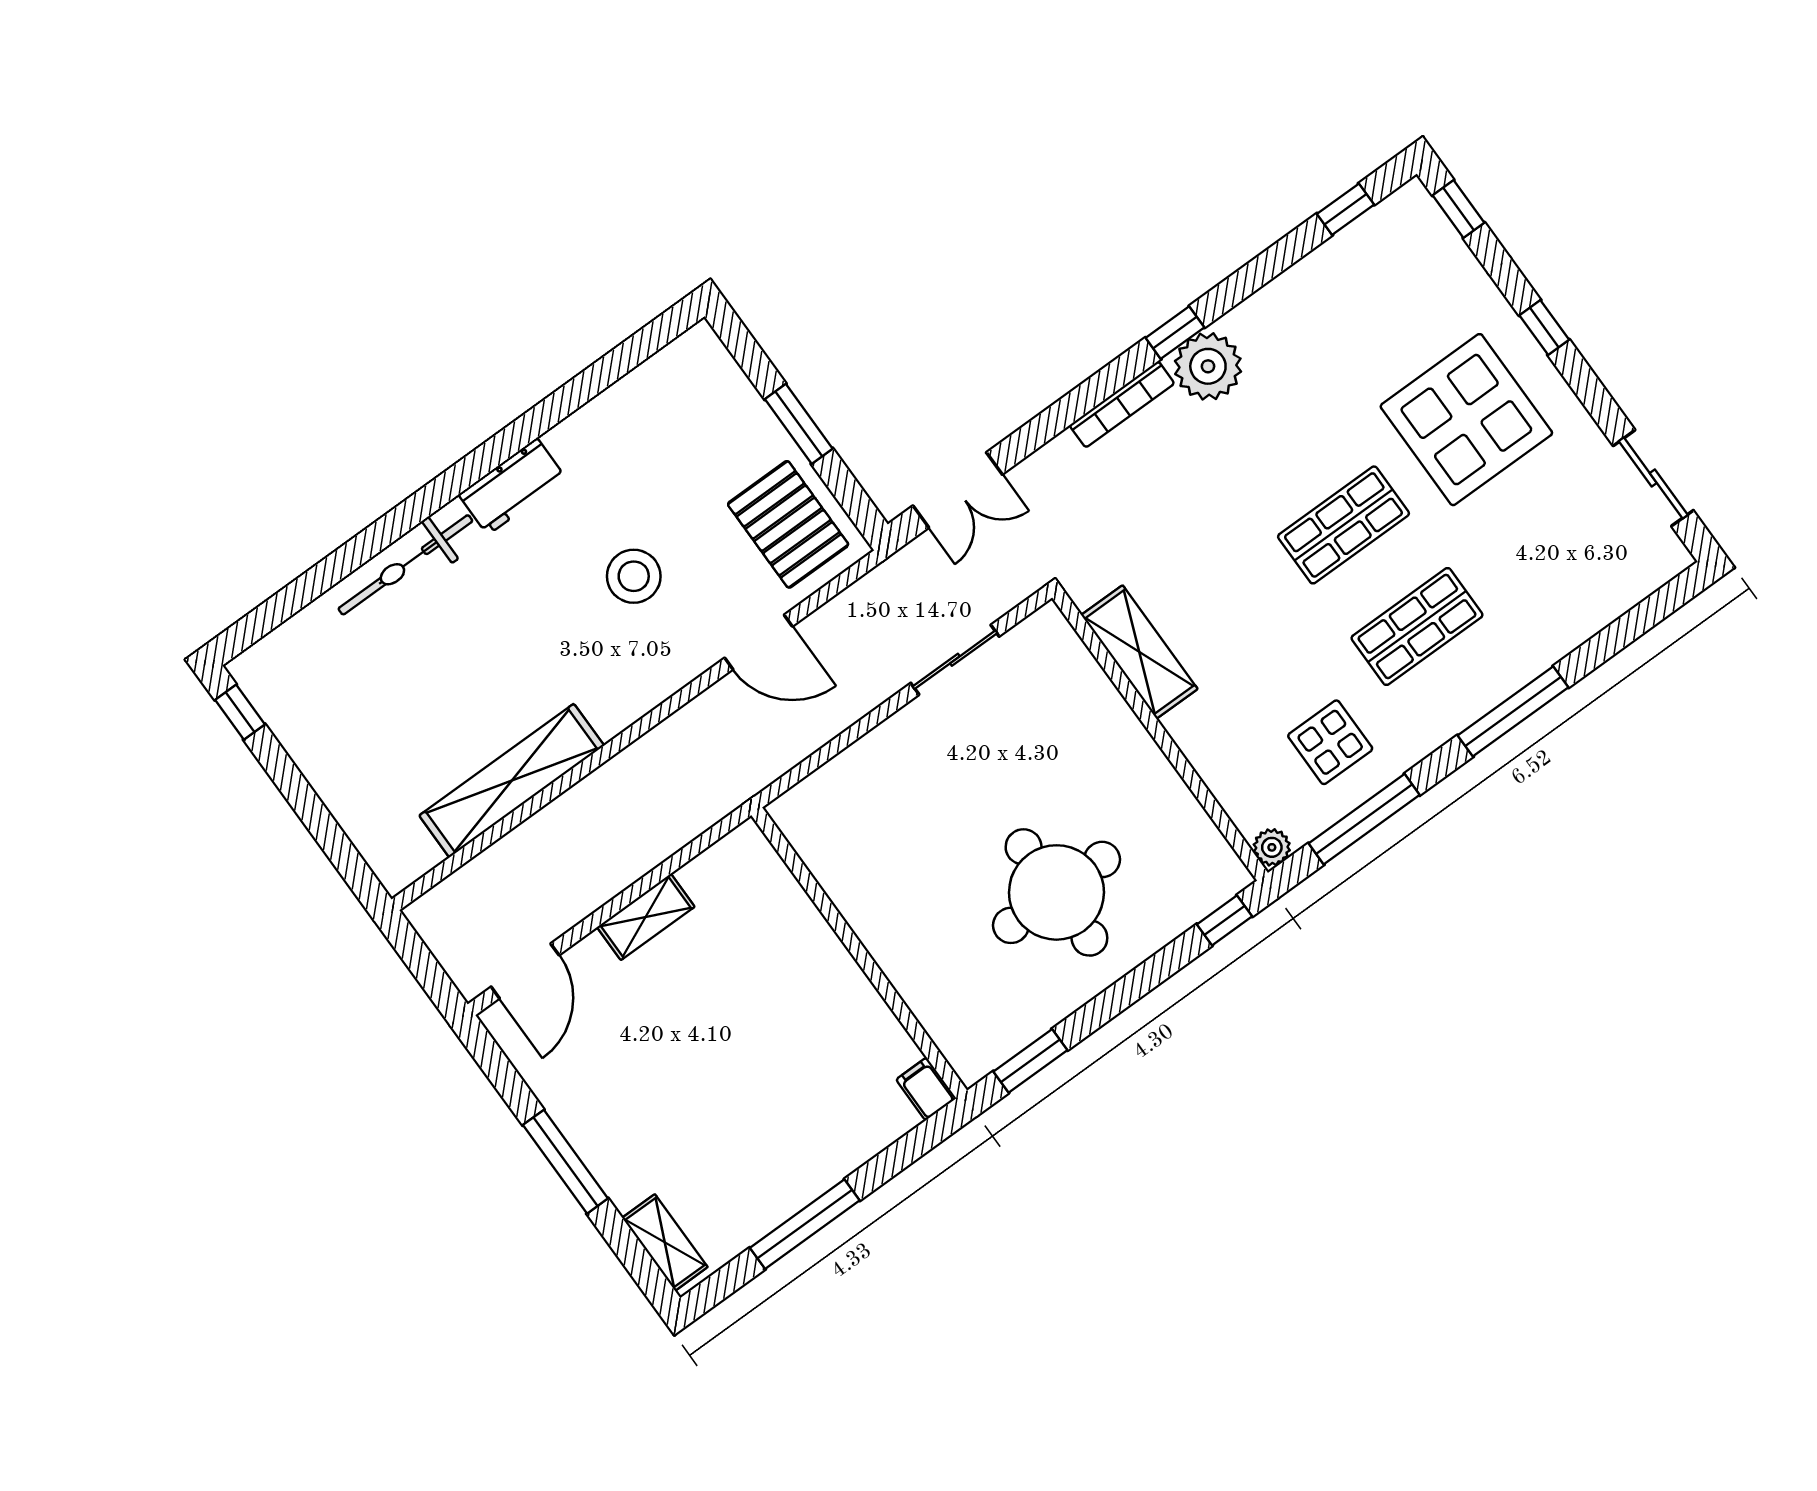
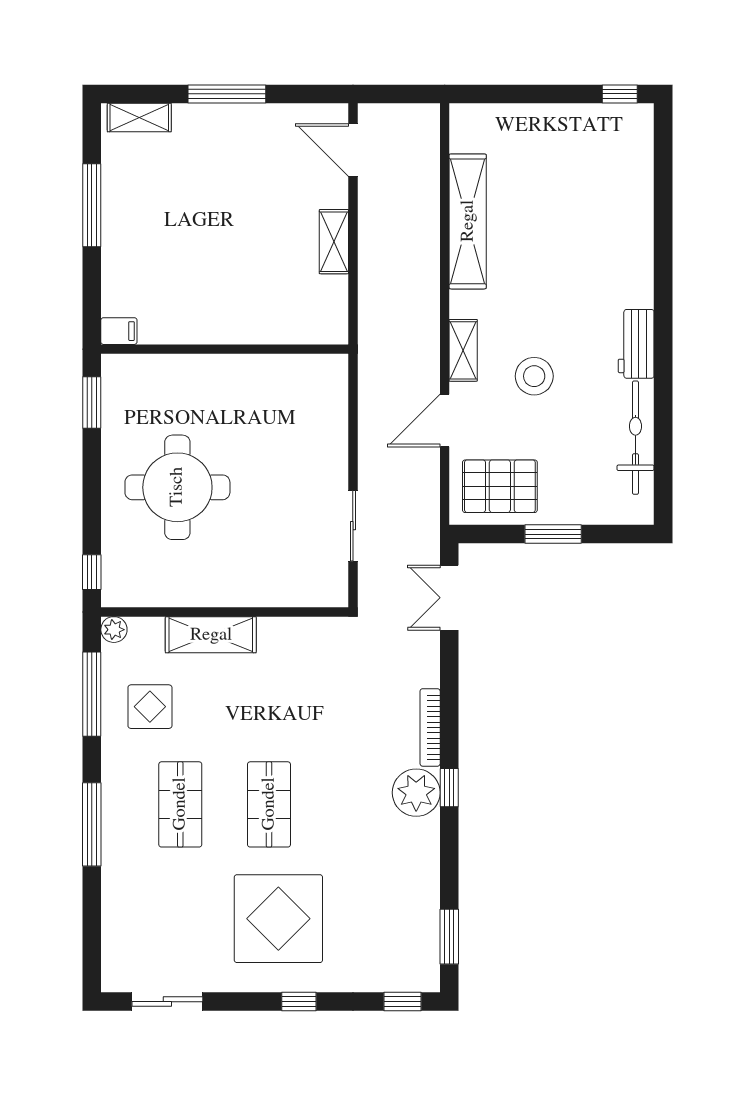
window: (1345, 209) -> (449, 937), width x1.50
bicycle: (405, 565) -> (635, 438), moved
shelving: (1139, 652) -> (211, 635), moved
shelving: (663, 679) -> (463, 350), added

